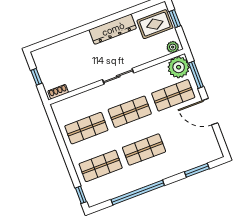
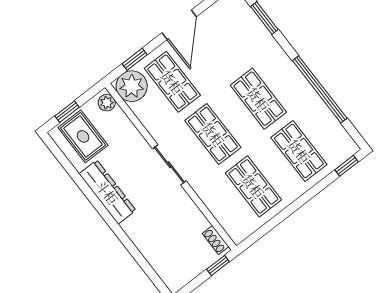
window: (196, 75) -> (135, 59), width x0.67
window: (36, 77) -> (218, 265), moved

